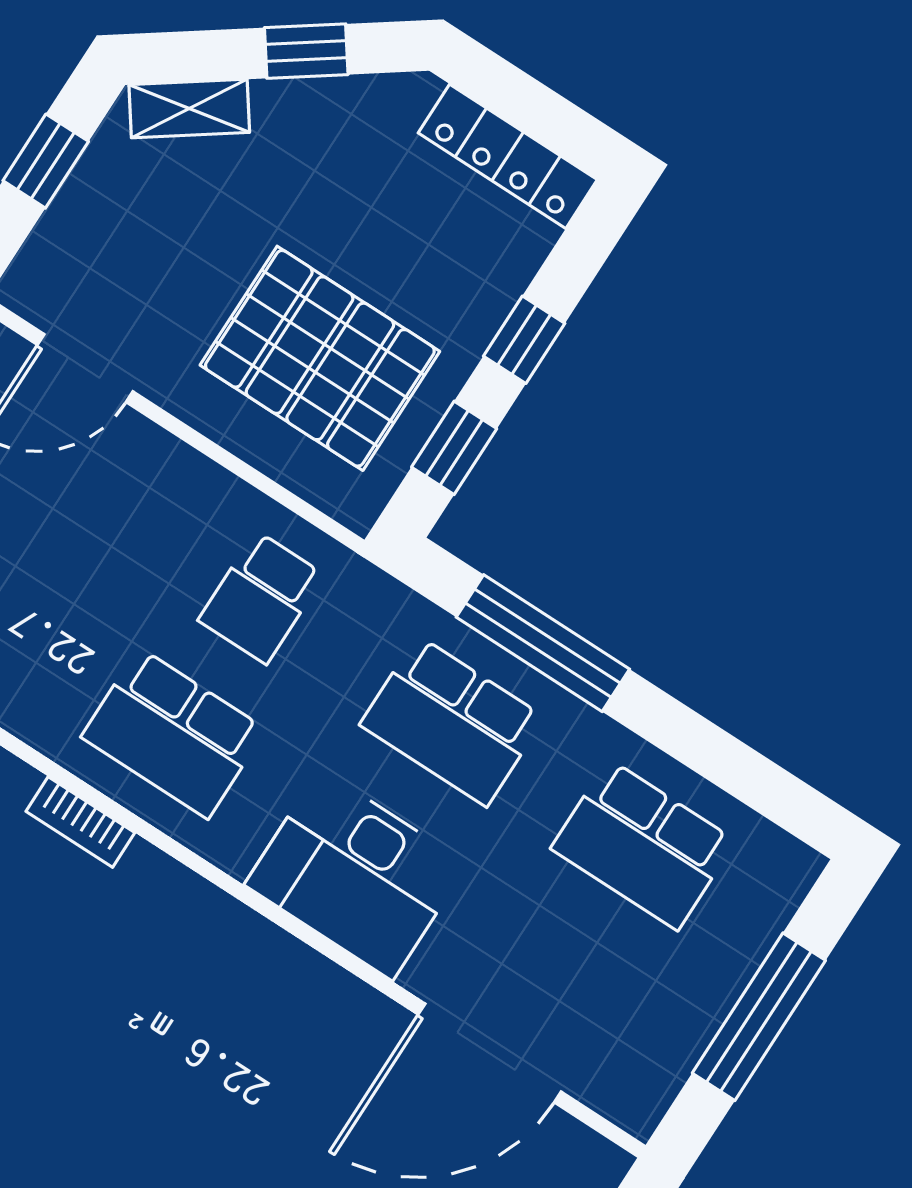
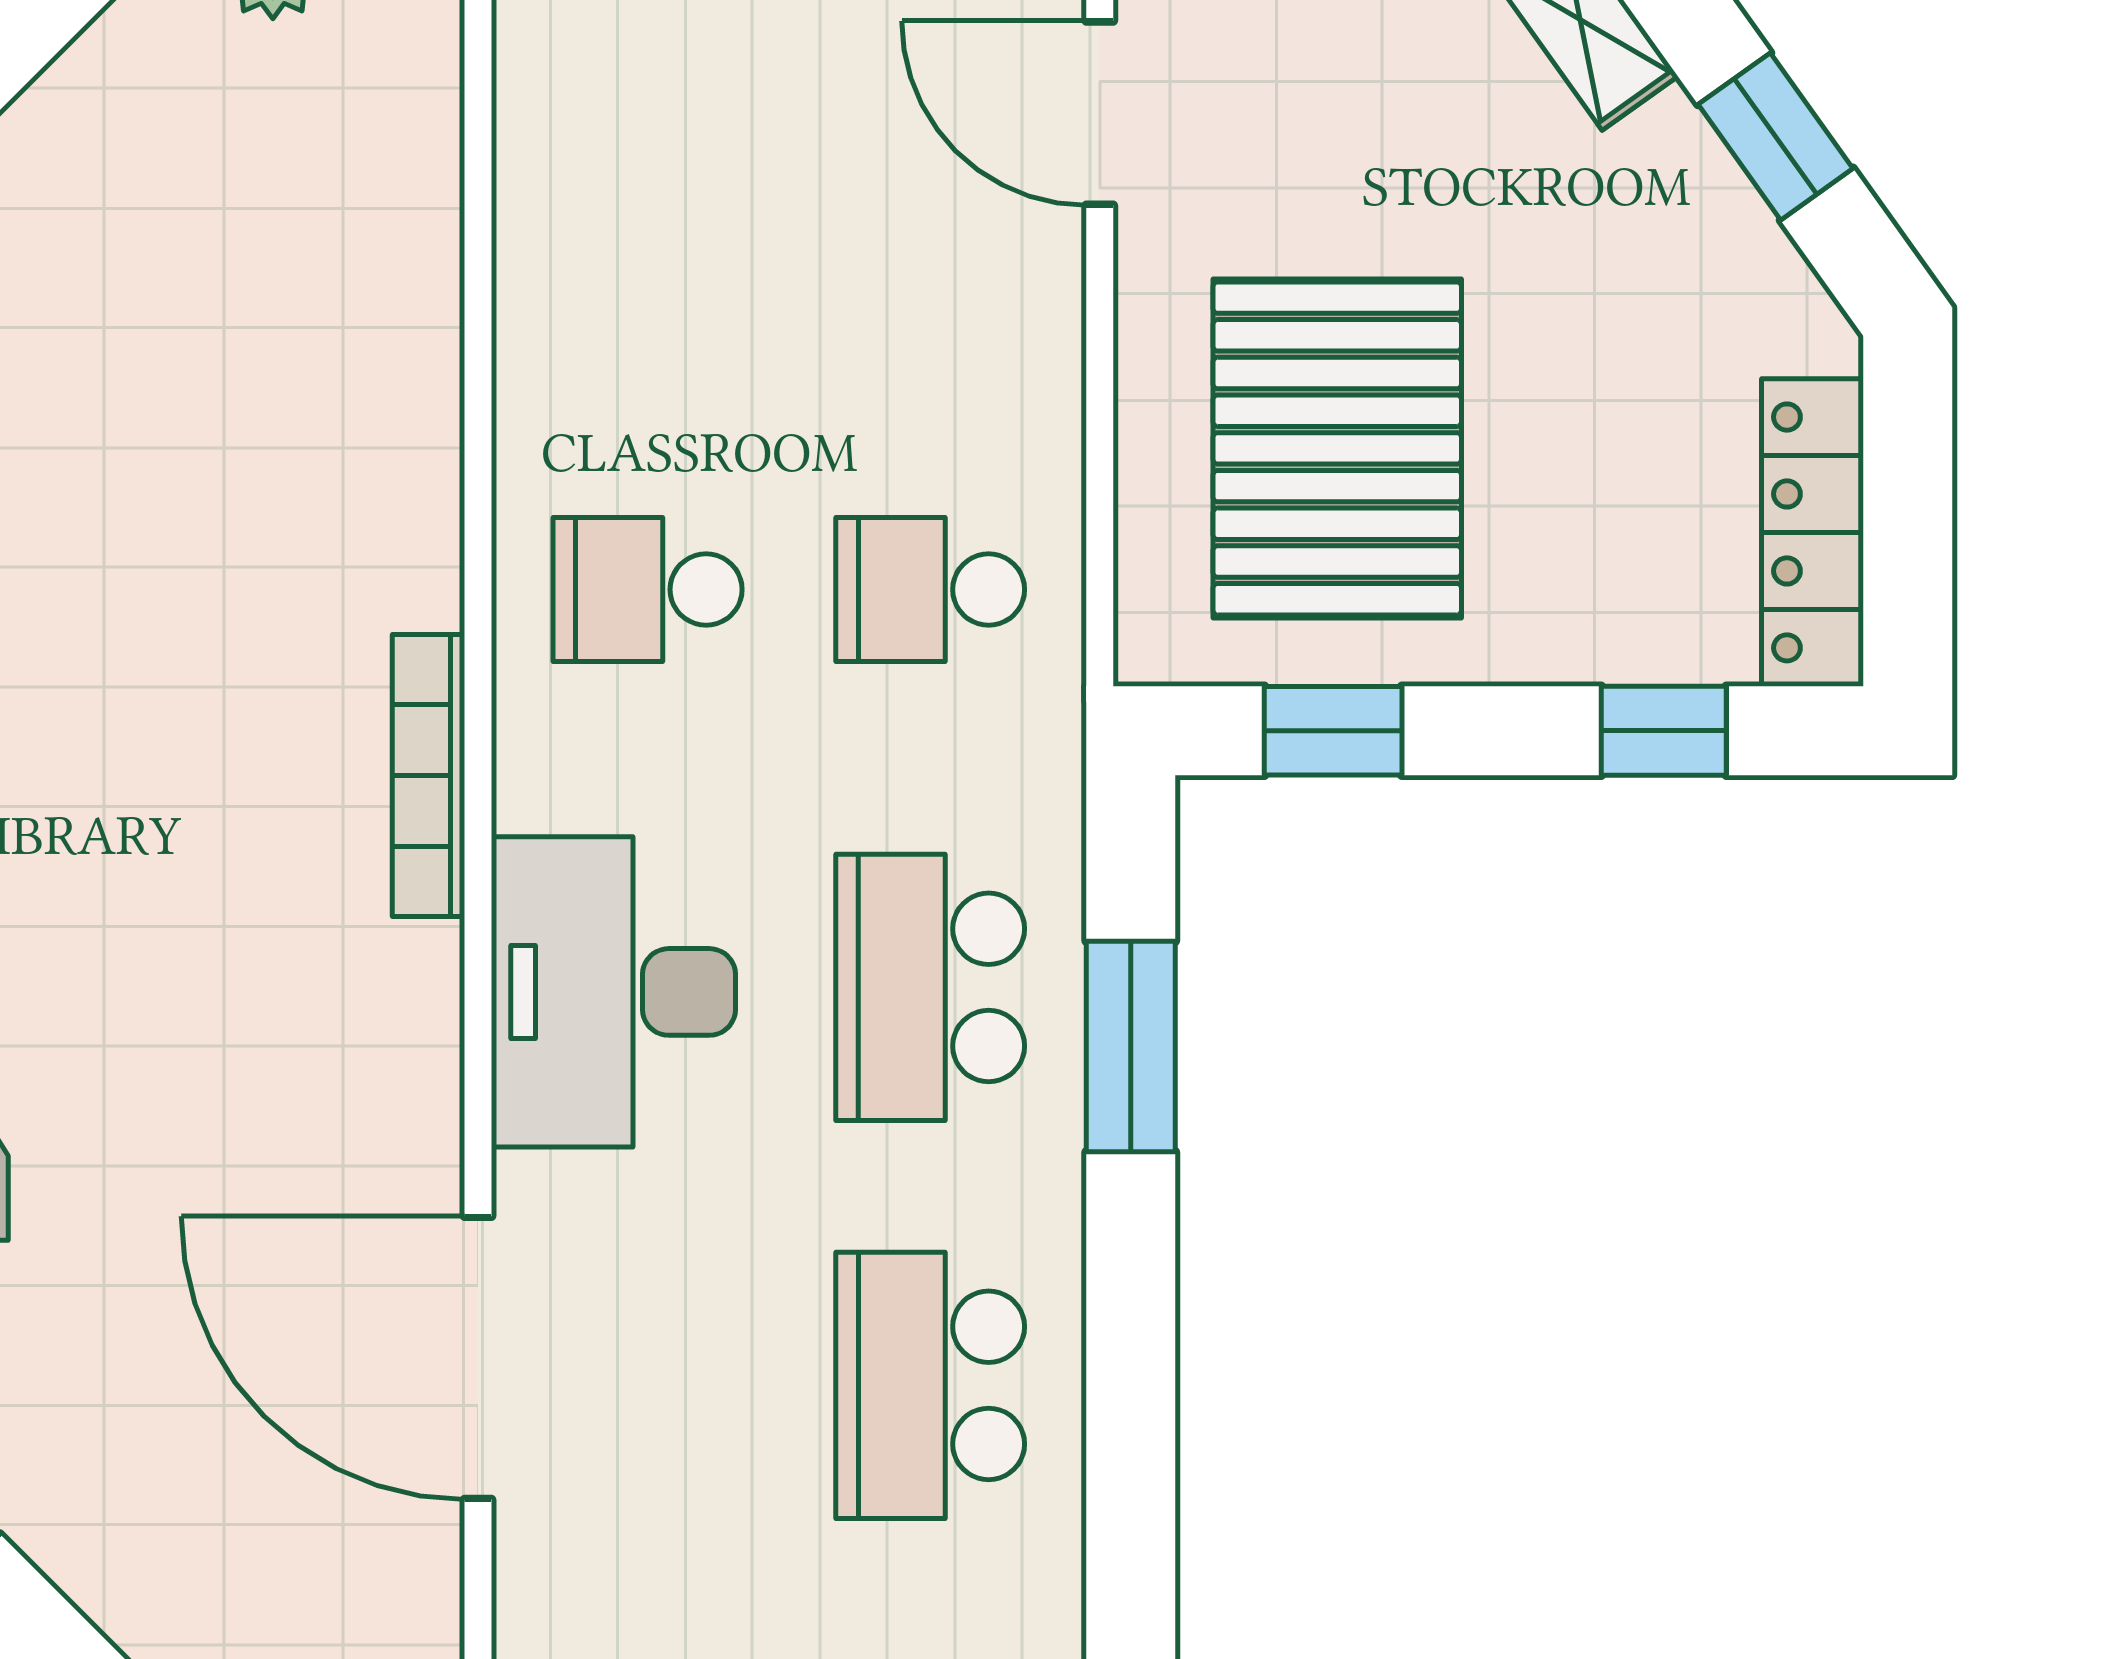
window: (524, 340) -> (1664, 731), moved
window: (543, 643) -> (1131, 1047), width x0.69
school desk: (173, 733) -> (648, 590), width x0.54
bookcase: (80, 822) -> (429, 776), moved, width x1.56

